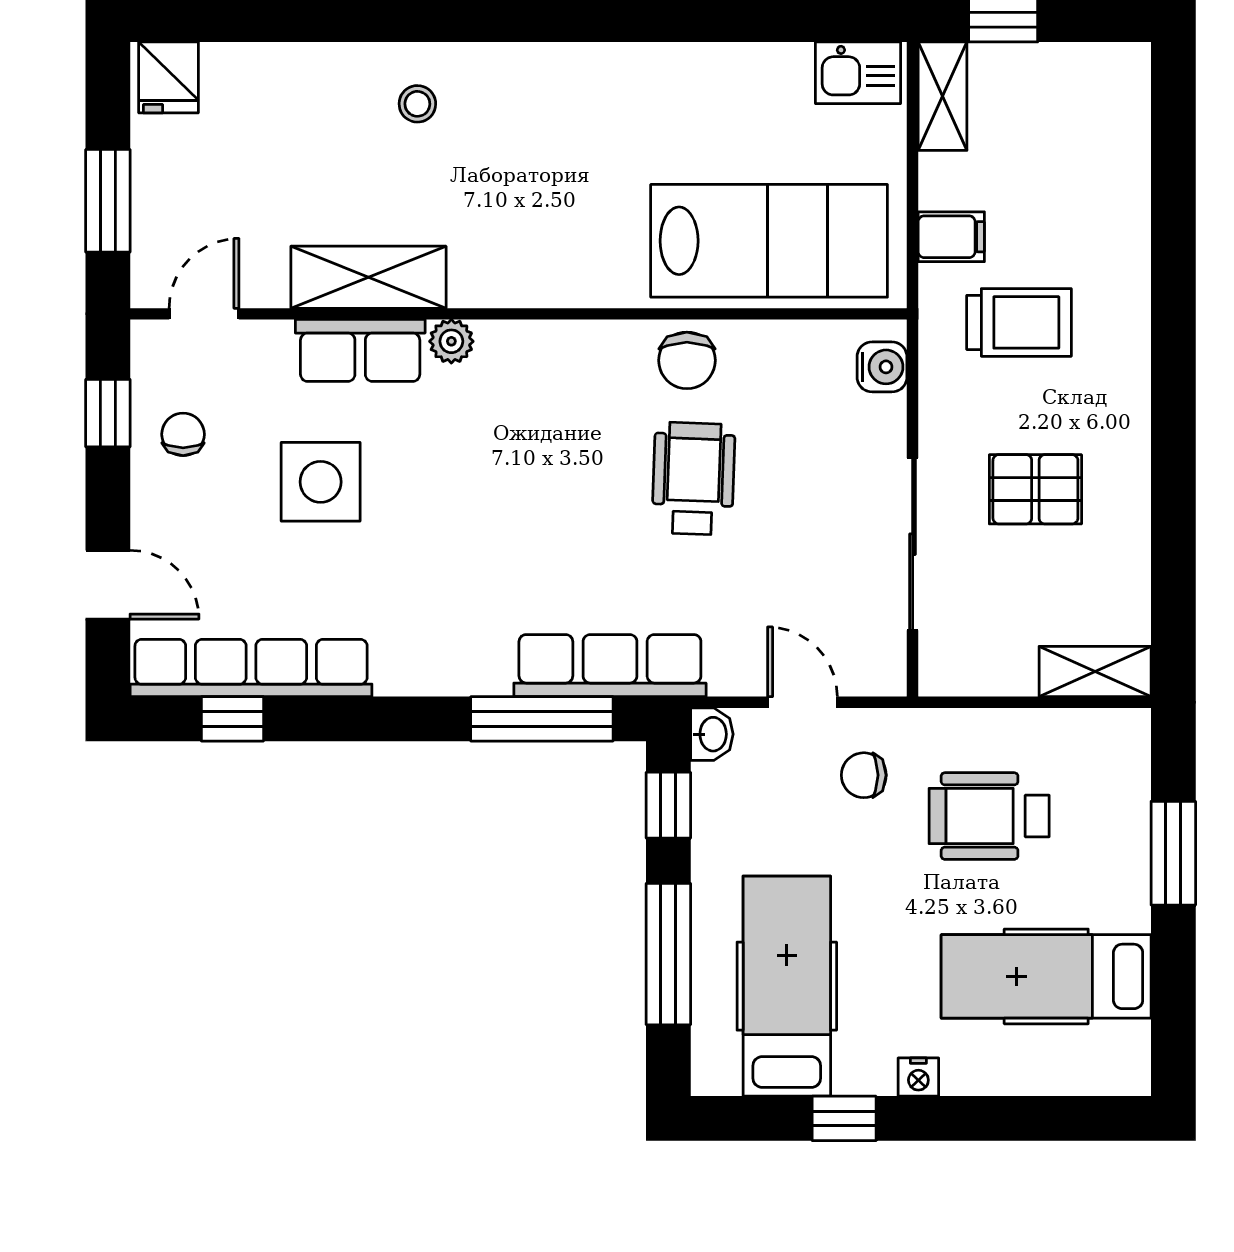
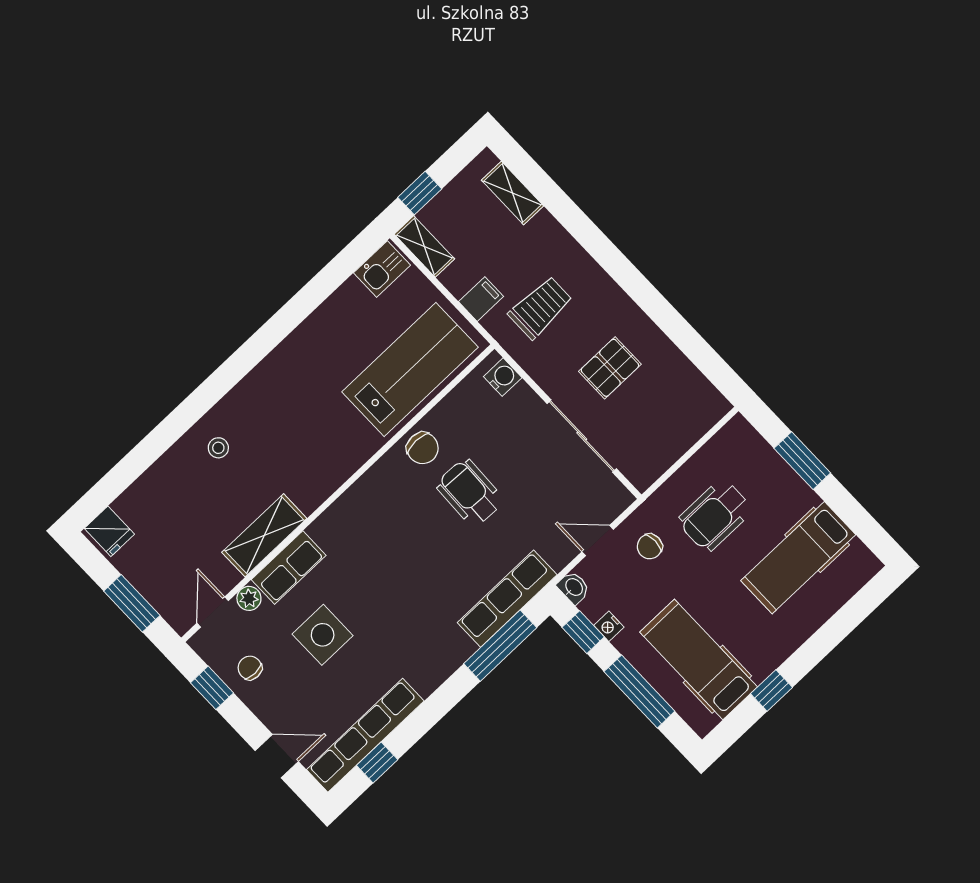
plant: (451, 341) -> (249, 598), moved
shelving: (1095, 671) -> (513, 193), moved, turned 90
nightstand: (918, 1077) -> (609, 626), moved, turned 90

